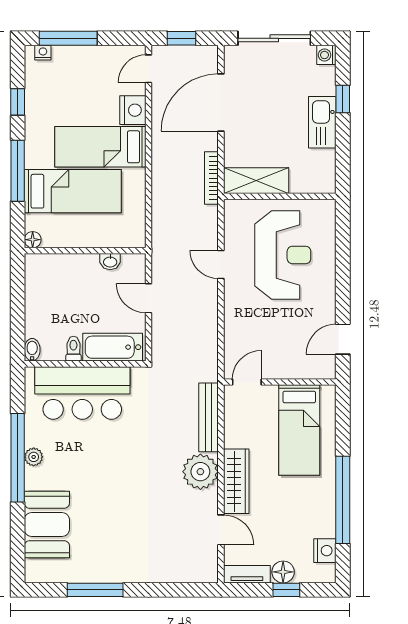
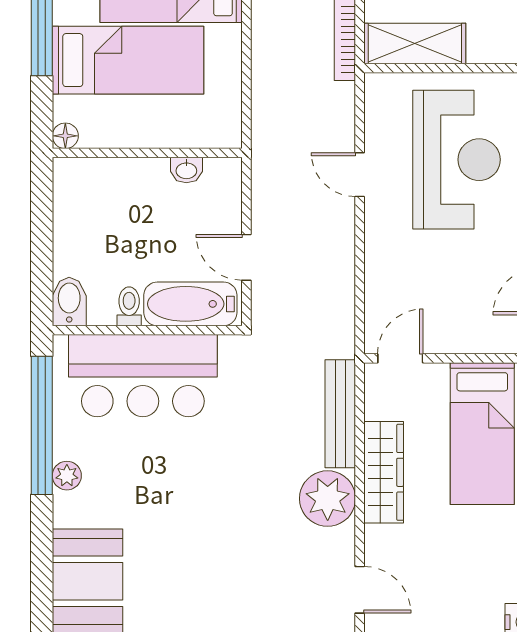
door: (148, 298) -> (246, 257), moved
bidet: (32, 350) -> (69, 301), width x1.38, depth x1.36
window: (18, 458) -> (42, 425), moved
wardrobe: (236, 481) -> (384, 472), moved

